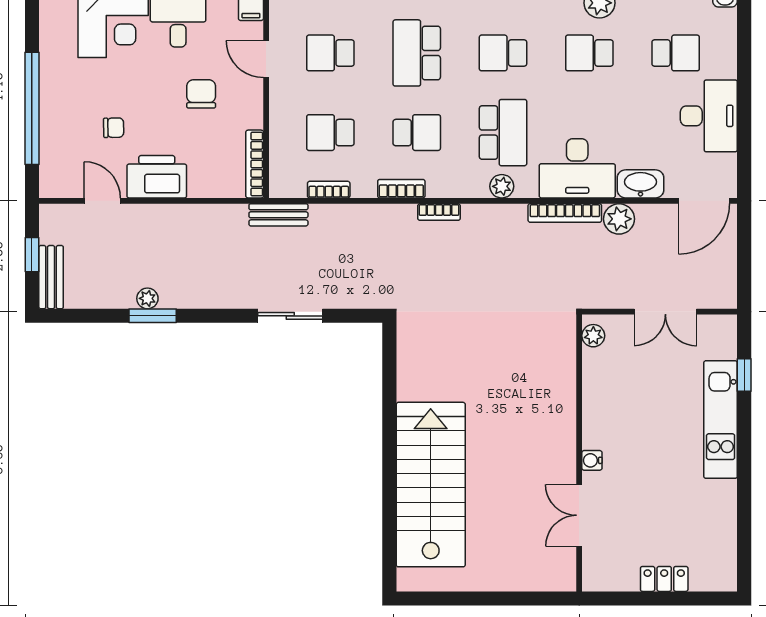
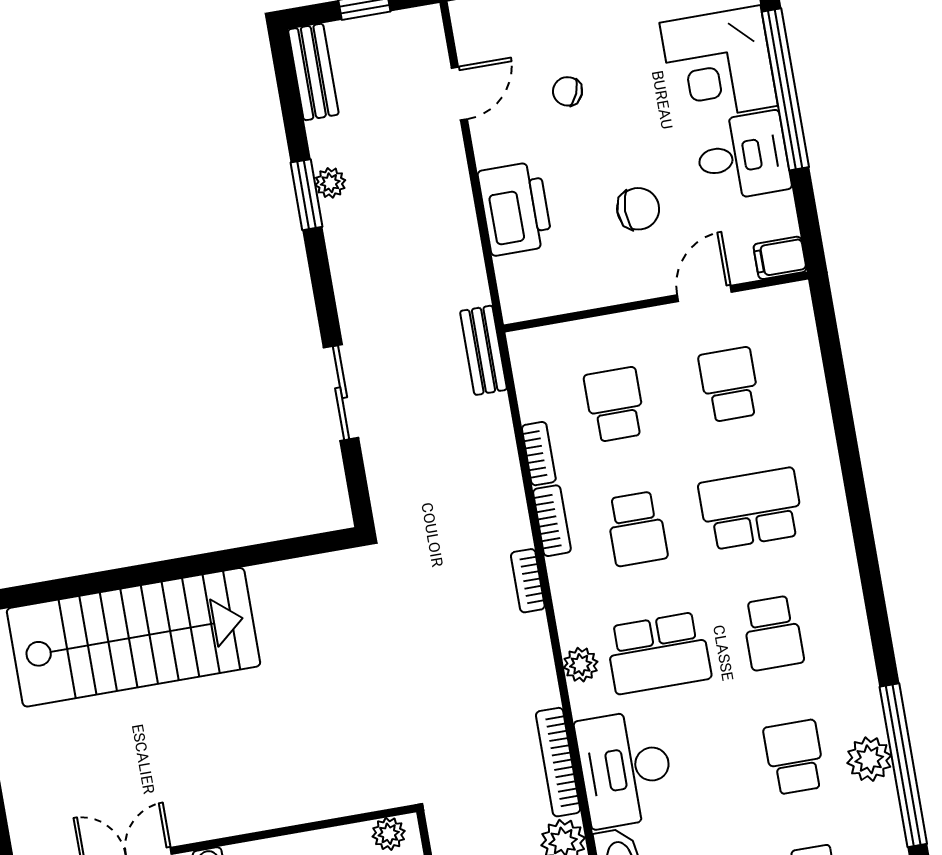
school desk: (503, 53) -> (773, 633), turned 180
chair: (114, 128) -> (568, 91), turned 113
bookcase: (255, 164) -> (551, 303), removed
printer: (157, 177) -> (515, 209), moved
bookcase: (329, 190) -> (539, 454), moved
bench: (51, 277) -> (313, 72), moved, turned 90

